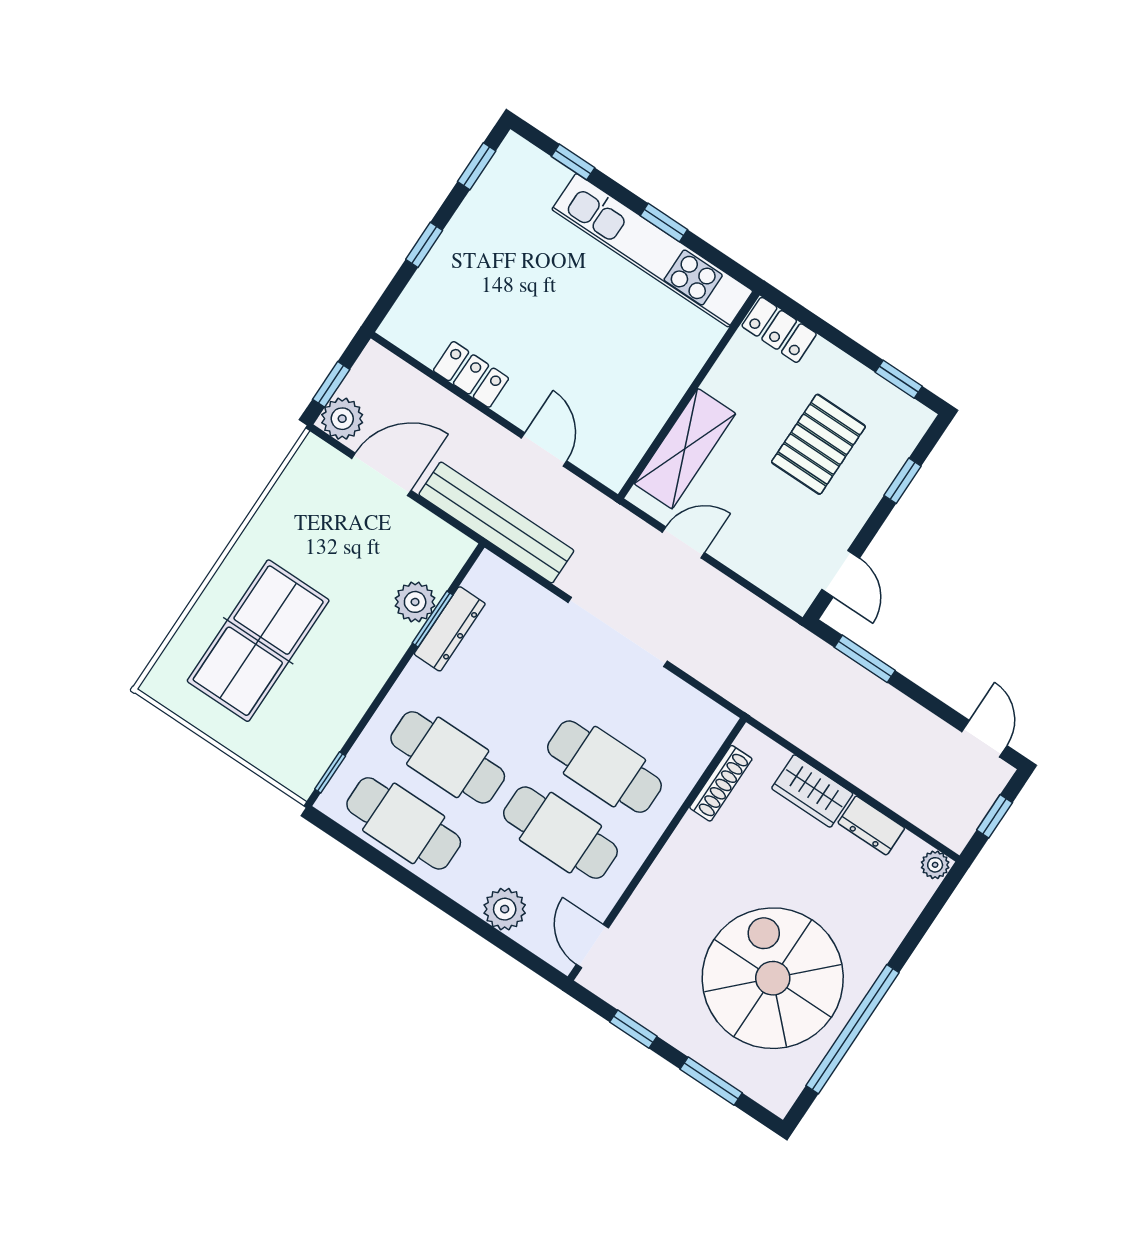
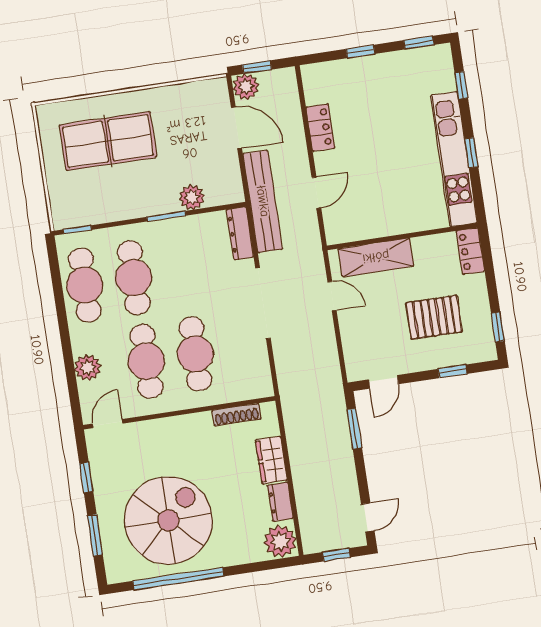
window: (433, 619) -> (166, 216), moved
dresser: (450, 629) -> (240, 233), moved, turned 90
plant: (935, 865) -> (280, 541), width x1.88, depth x1.88

